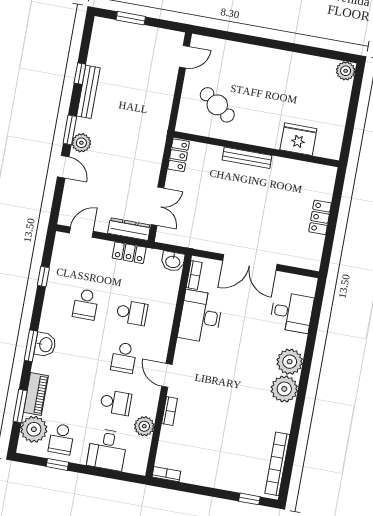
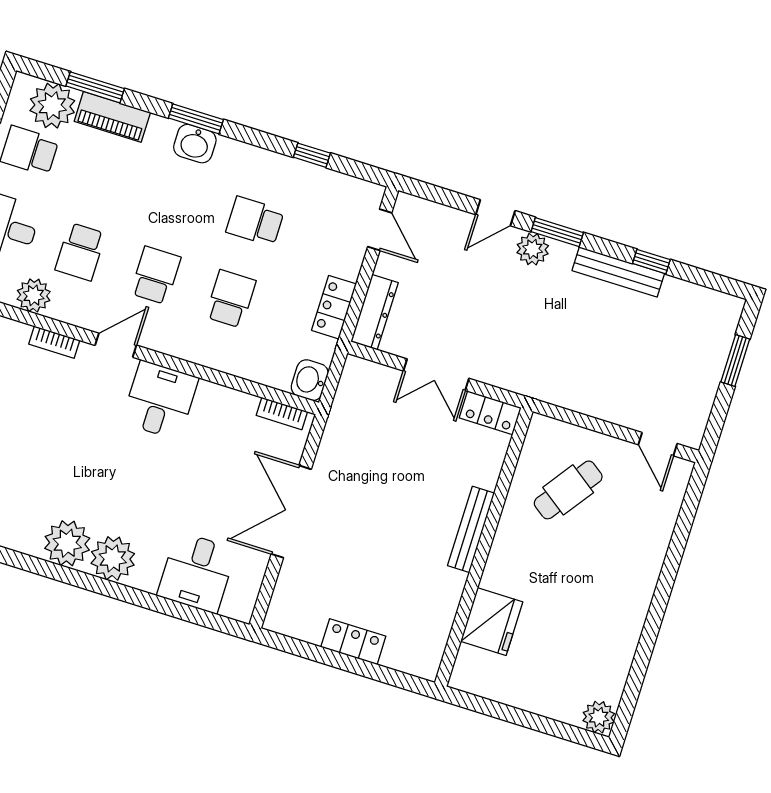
double door: (157, 206) -> (436, 375), moved
school desk: (132, 313) -> (231, 299), turned 180
desk: (201, 317) -> (160, 400), moved, width x0.73
school desk: (124, 358) -> (156, 275), turned 90

